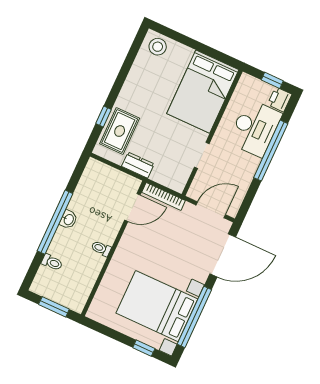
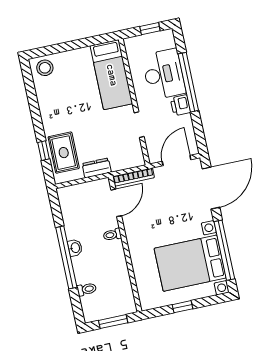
bed: (203, 92) -> (111, 75), width x0.67
printer: (280, 99) -> (180, 105), moved
toilet: (101, 248) -> (112, 235), moved
window: (144, 348) -> (183, 307), moved

